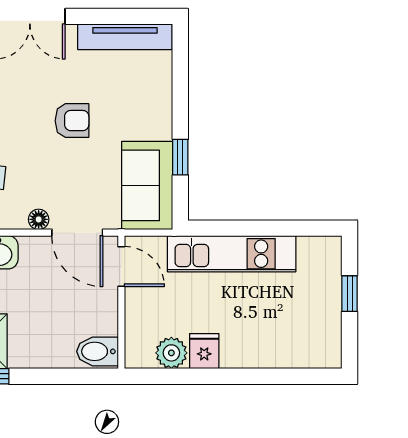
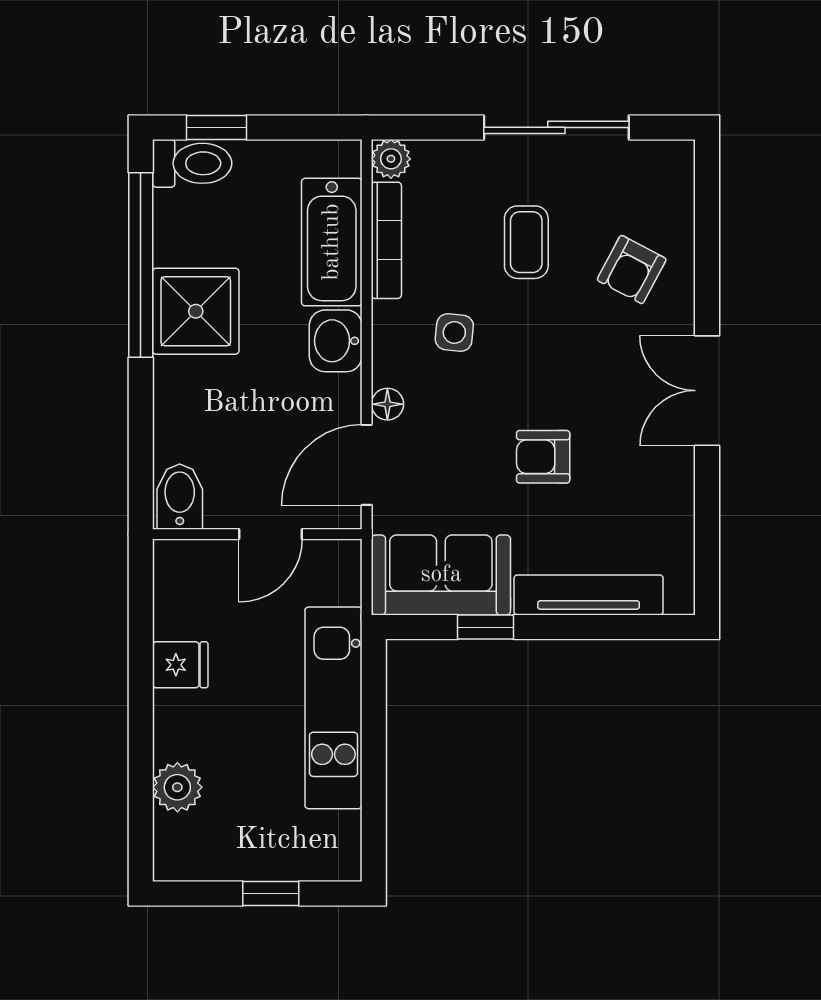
tv unit: (125, 37) -> (589, 595), moved, turned 90
armchair: (72, 121) -> (543, 457), turned 90
door: (121, 267) -> (270, 534), moved
plant: (171, 353) -> (177, 787), moved

